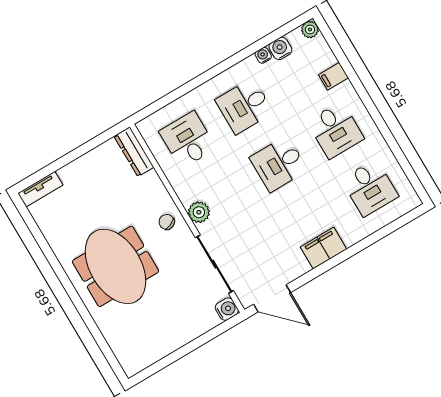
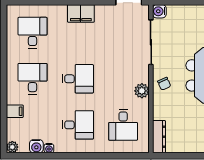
plant: (199, 212) -> (142, 91), moved

